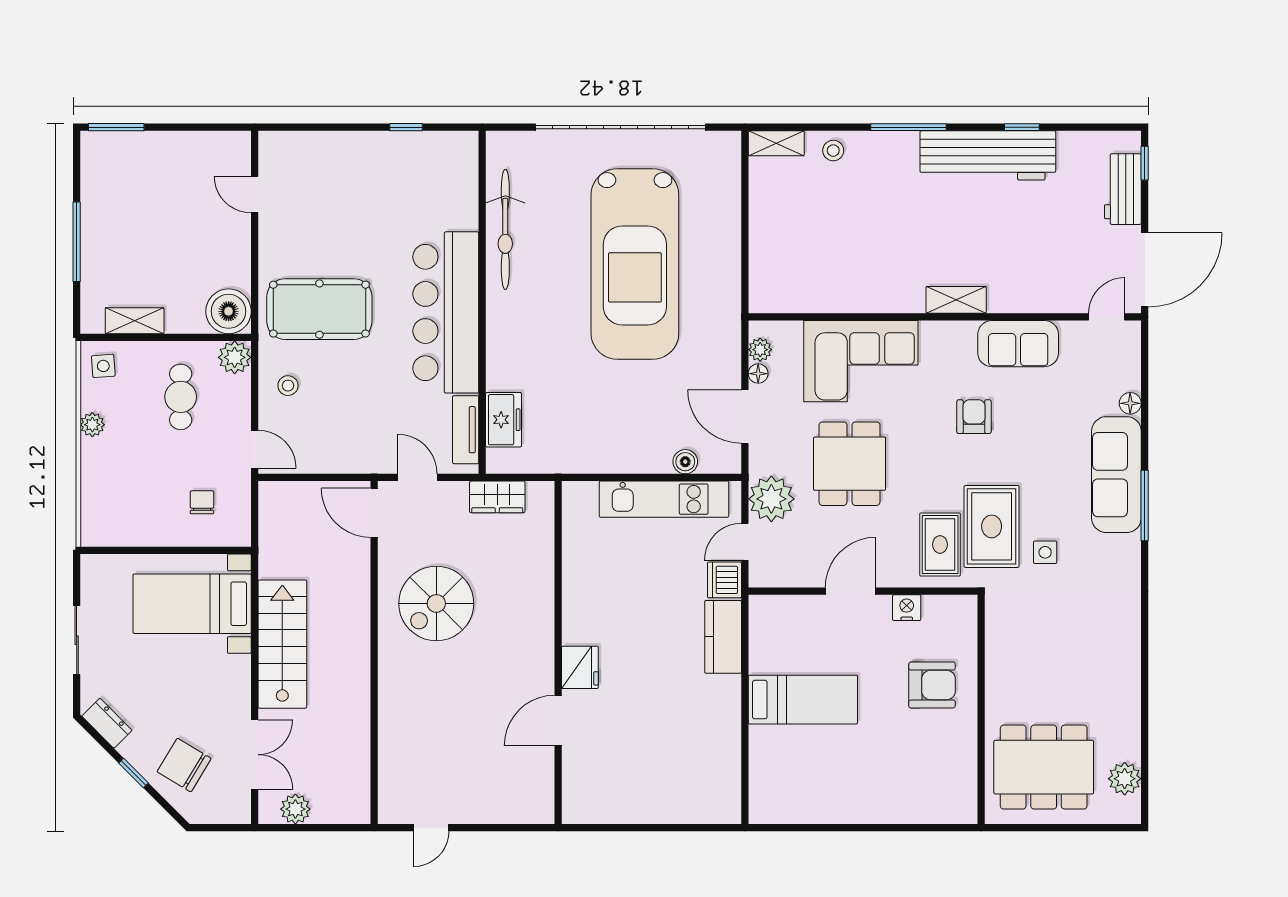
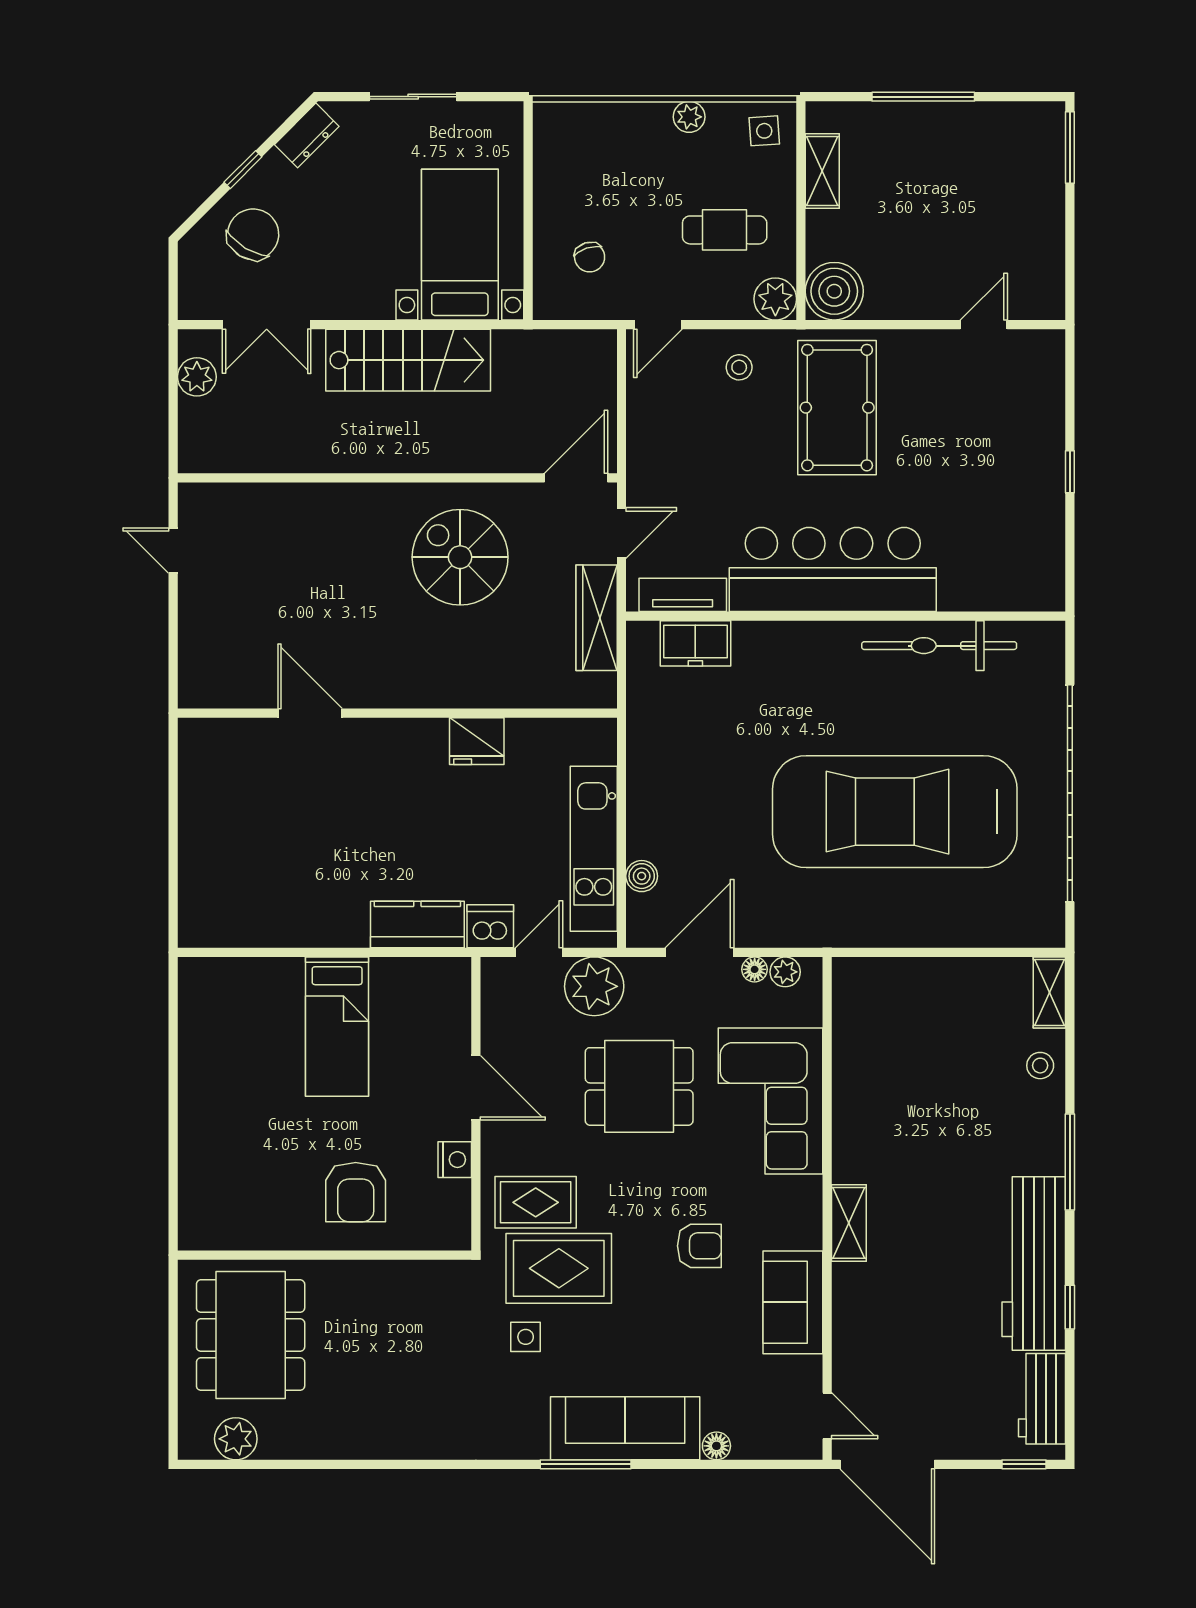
window: (406, 127) -> (1070, 472), moved
workbench: (1123, 189) -> (1042, 1399), moved, turned -90
wardrobe: (497, 497) -> (597, 618), width x1.50
chair: (202, 502) -> (590, 257), turned 72
door: (745, 542) -> (539, 952), hinge flipped
fridge: (580, 667) -> (477, 741), moved

